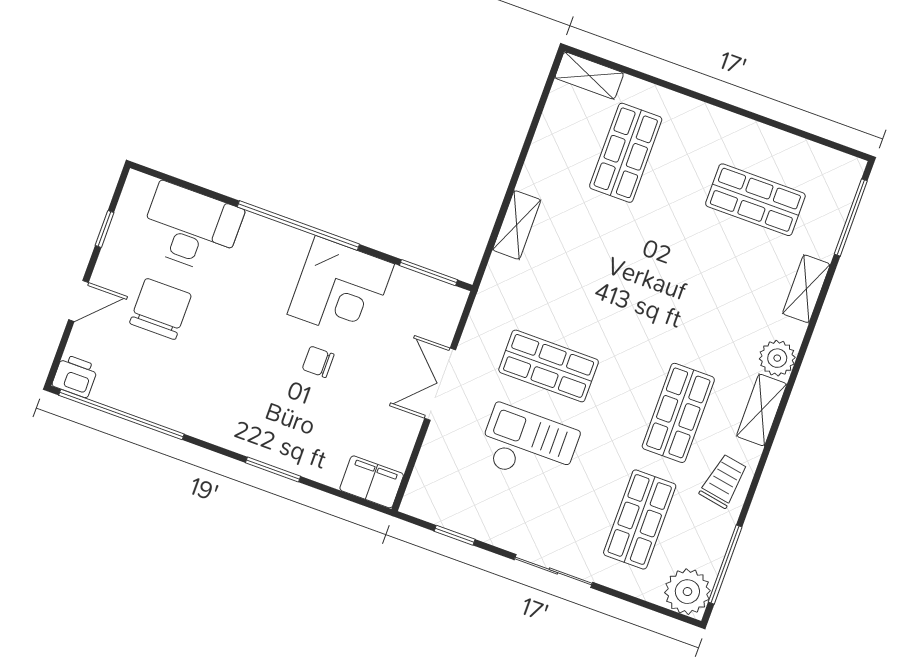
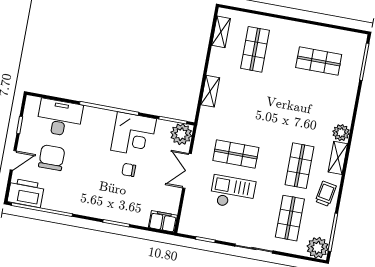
shelving: (589, 76) -> (221, 32), moved, turned 90
shelving: (806, 289) -> (349, 98), removed
plant: (441, 305) -> (181, 134), added
printer: (75, 376) -> (26, 193), width x1.87, depth x1.48

